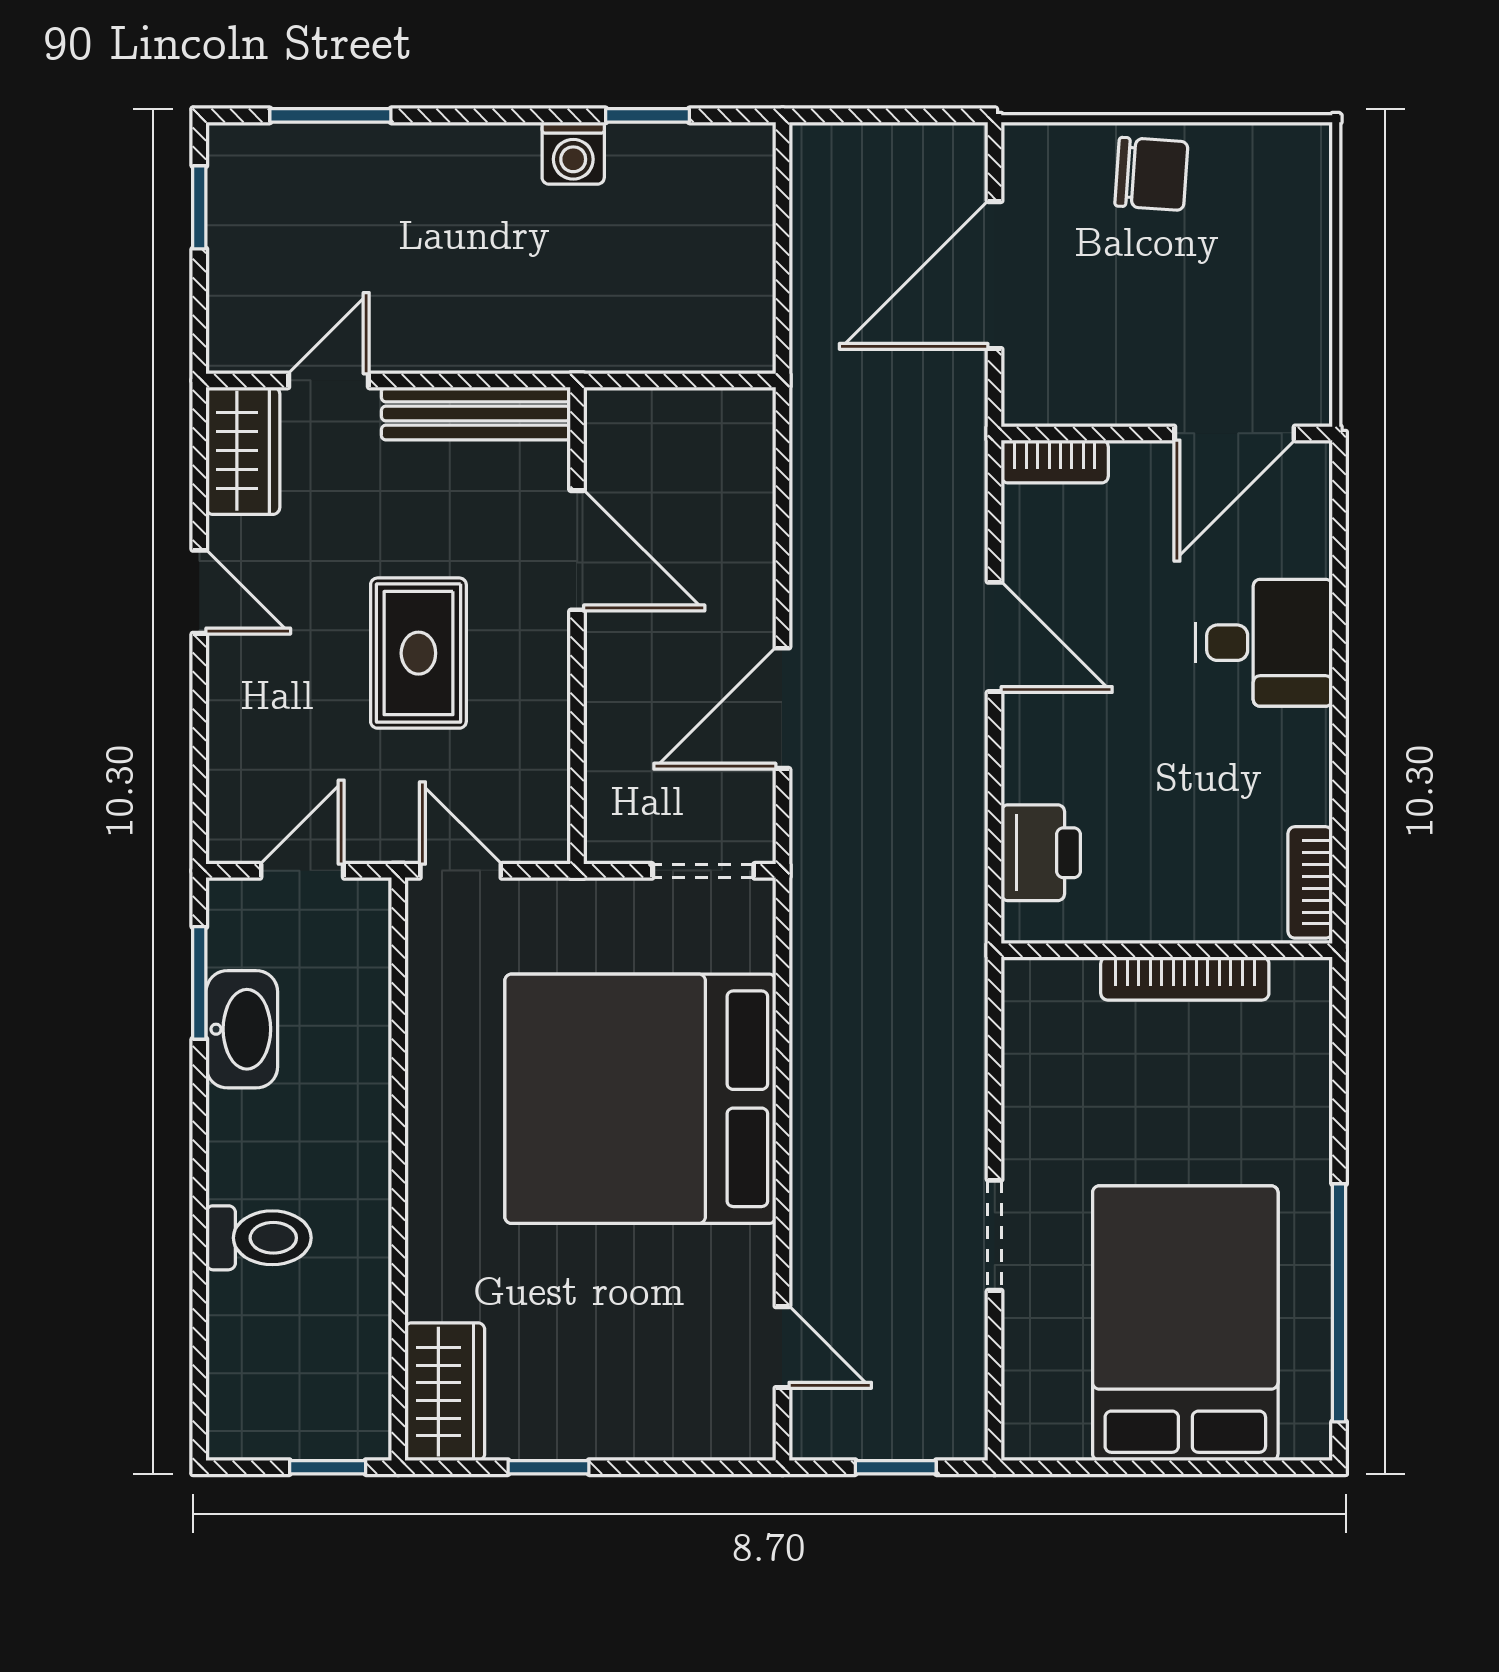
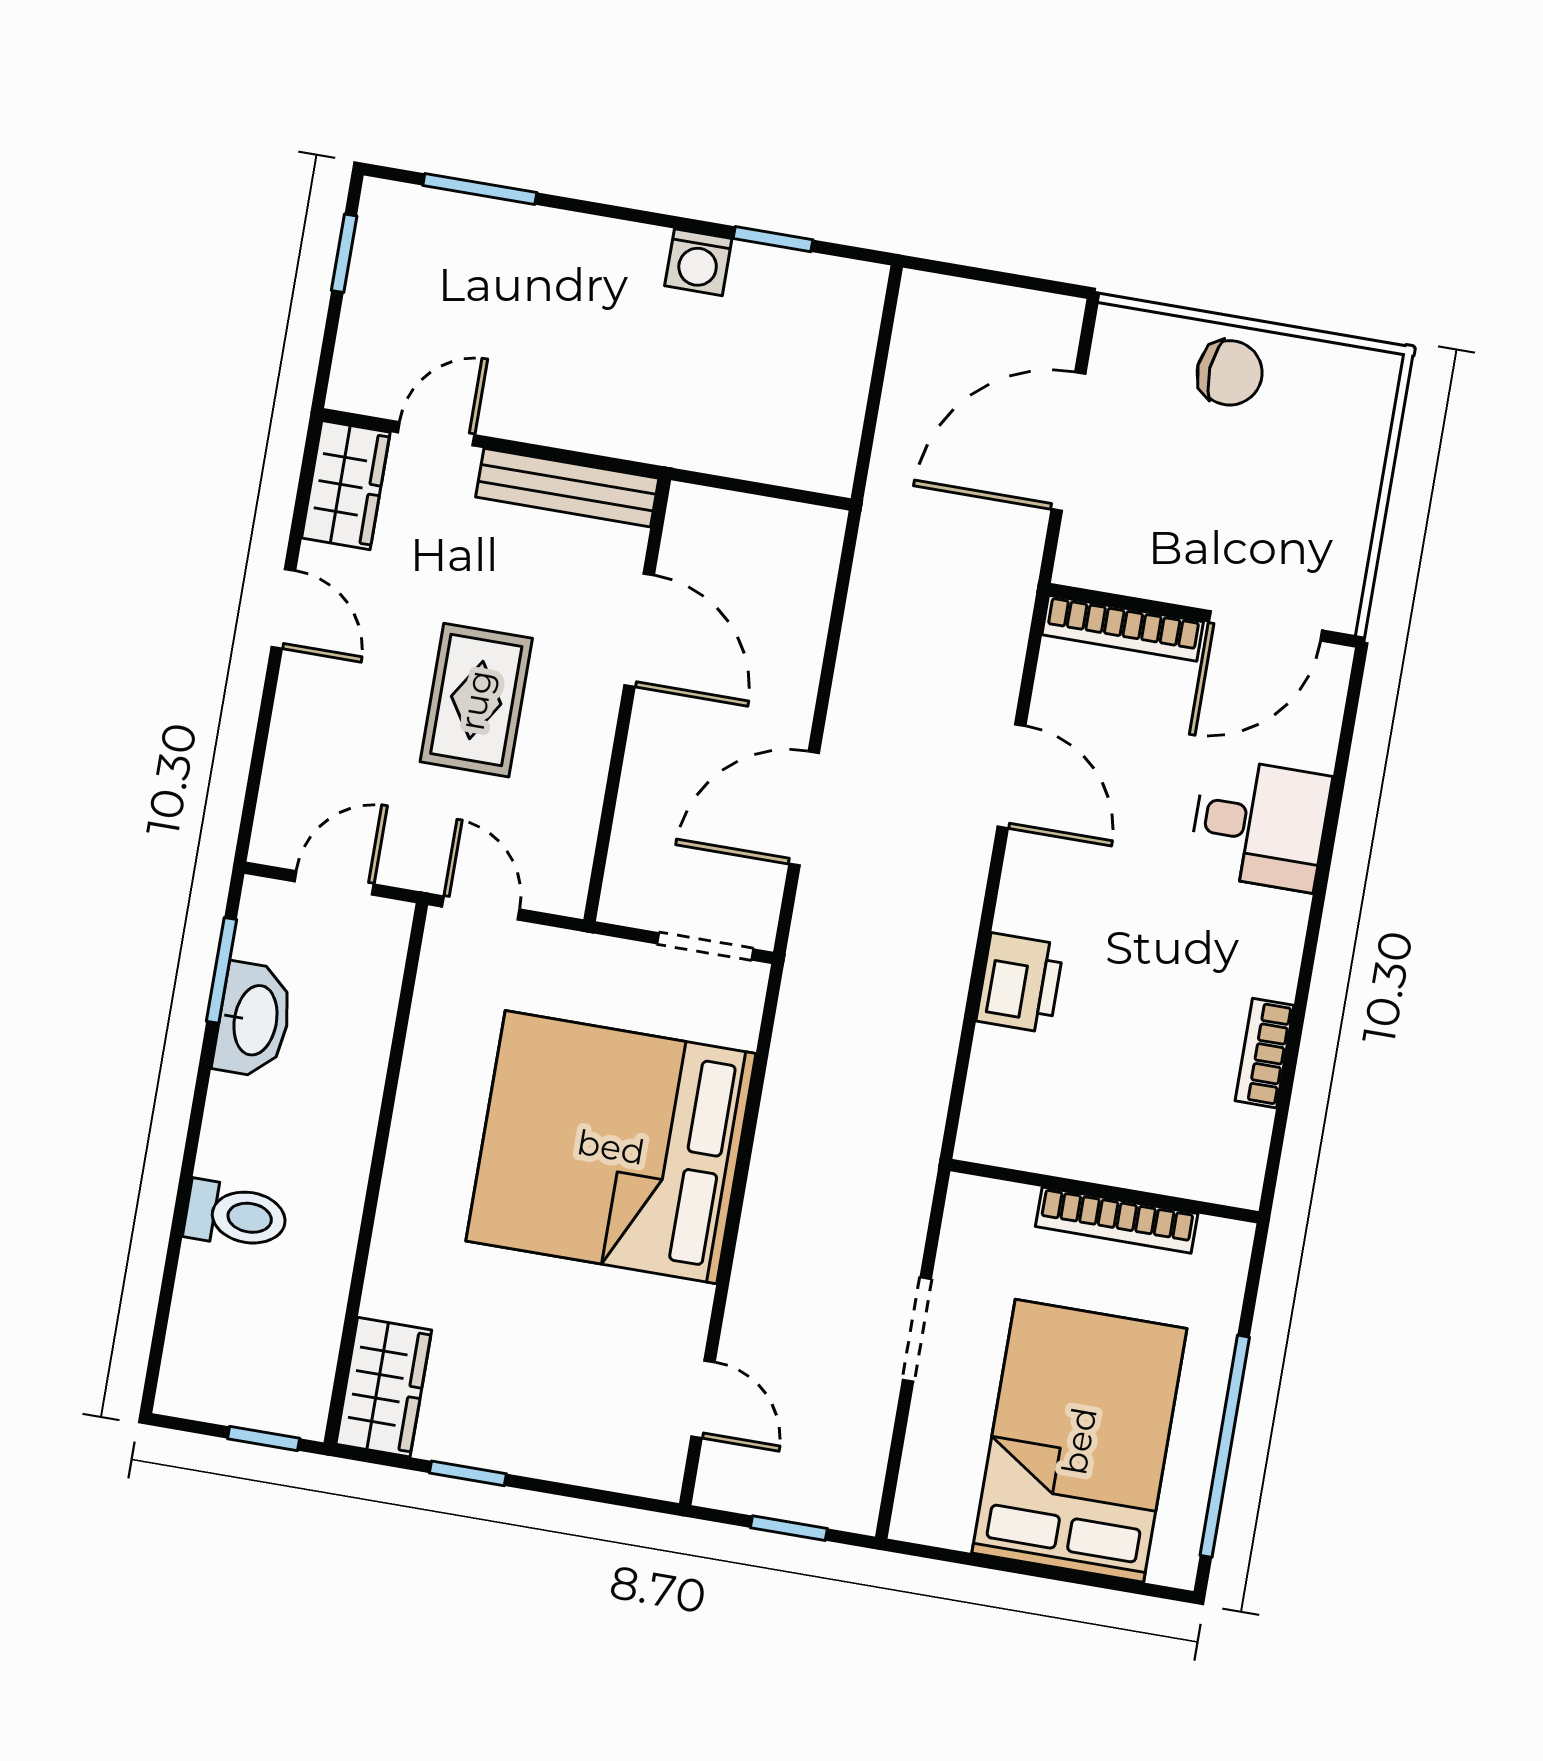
bookcase: (1055, 462) -> (1123, 628), width x1.56
wall: (1167, 950) -> (1104, 1191), moved
bookcase: (1185, 978) -> (1117, 1220), moved

